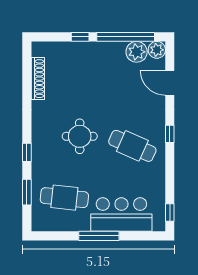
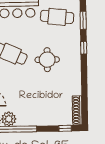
window: (80, 37) -> (65, 128), moved
shoe rack: (38, 79) -> (77, 110), moved

